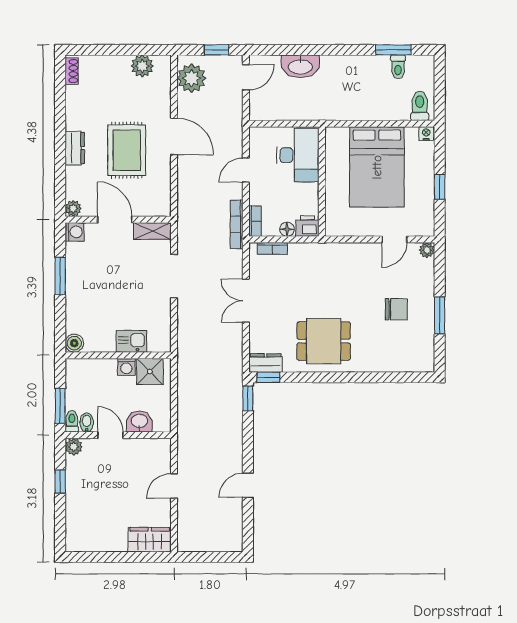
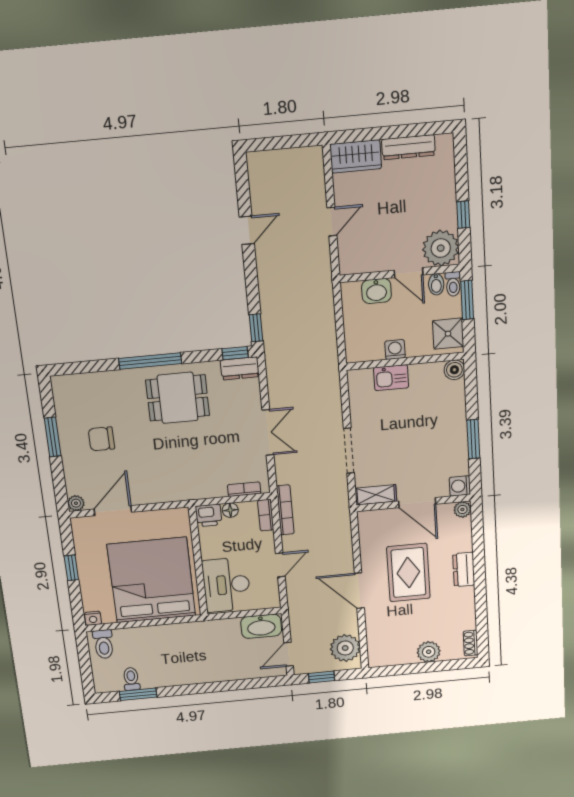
plant: (142, 66) -> (429, 652), moved
washbasin: (300, 66) -> (261, 626), moved, turned 180
bed: (377, 167) -> (152, 580), width x1.36
door: (394, 239) -> (113, 511), width x1.38
shower: (150, 372) -> (448, 334), moved
window: (344, 377) -> (150, 361), added
plant: (74, 447) -> (441, 248), width x1.87, depth x1.87
dresser: (104, 543) -> (408, 147), added

